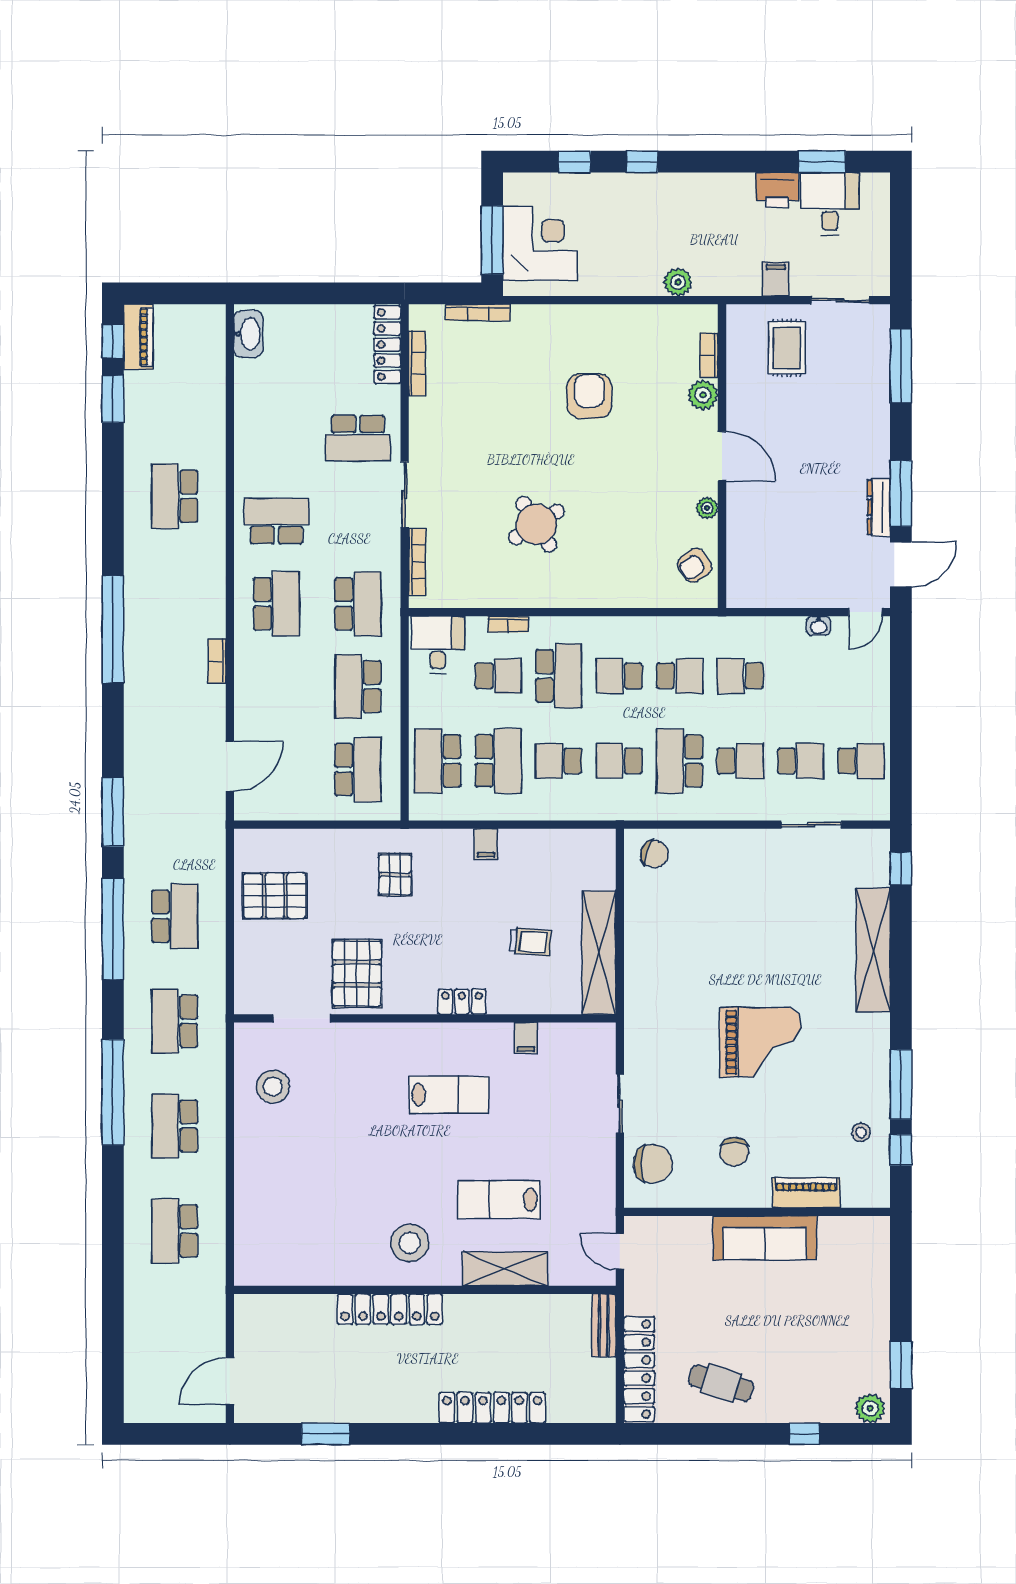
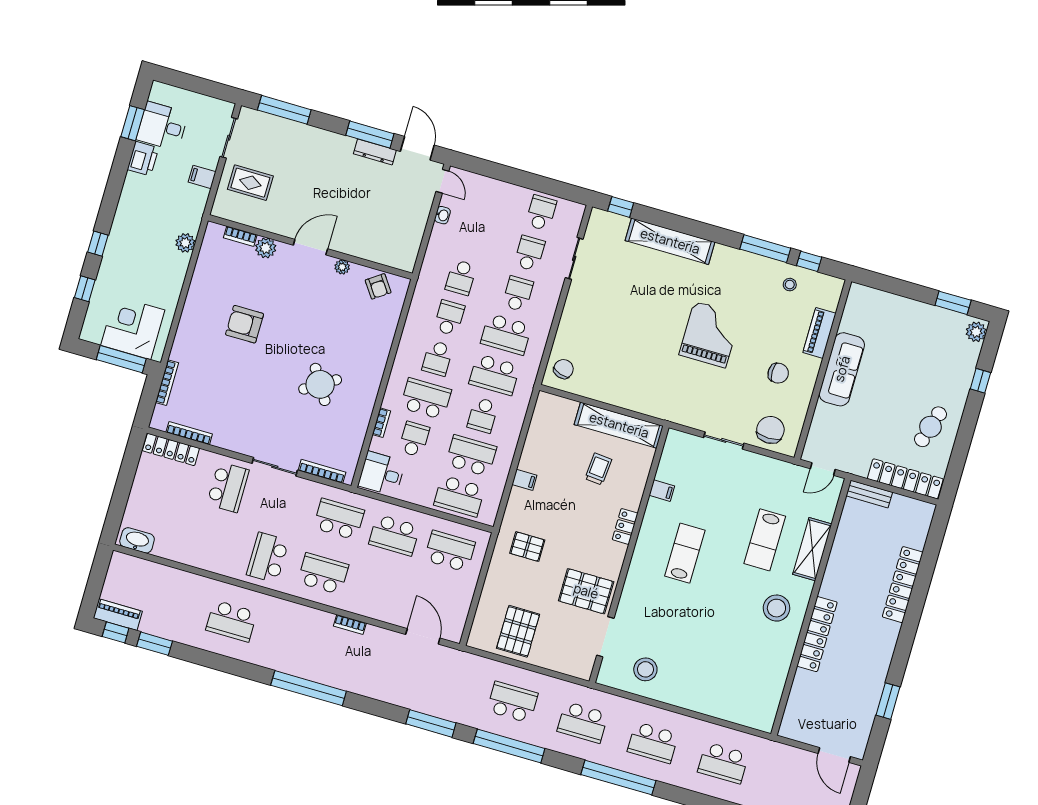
school desk: (619, 761) -> (494, 375), width x1.85

